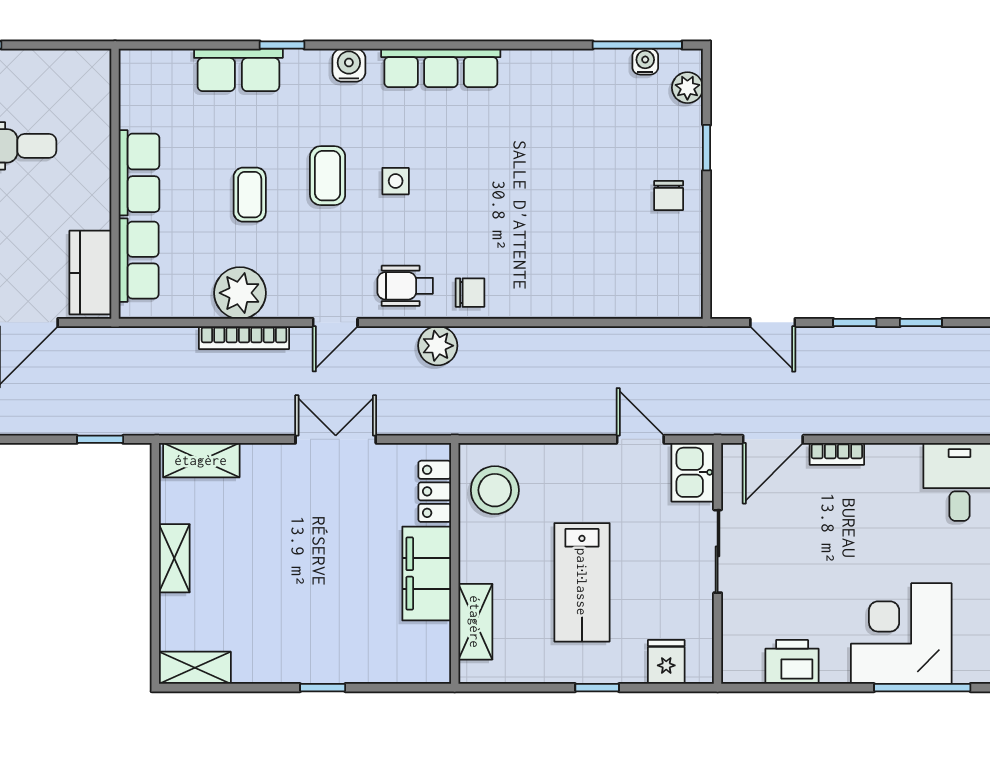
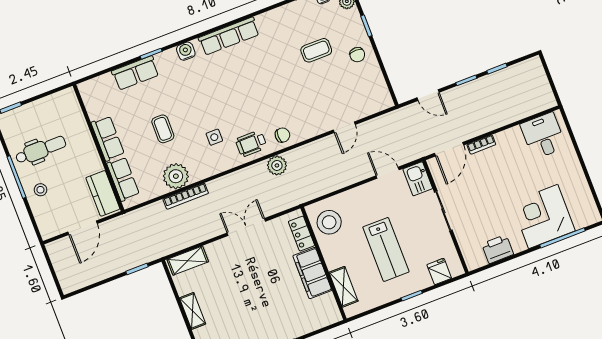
coffee table: (328, 176) -> (316, 50), moved, turned 90
side table: (396, 181) -> (214, 137), moved
door: (335, 322) -> (344, 127), moved

